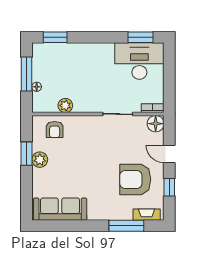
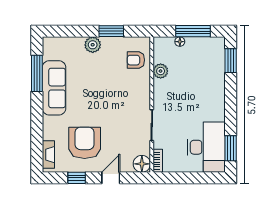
plant: (40, 160) -> (93, 45), moved
sofa: (60, 209) -> (54, 88), moved
window: (126, 226) -> (37, 73), moved

